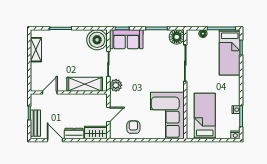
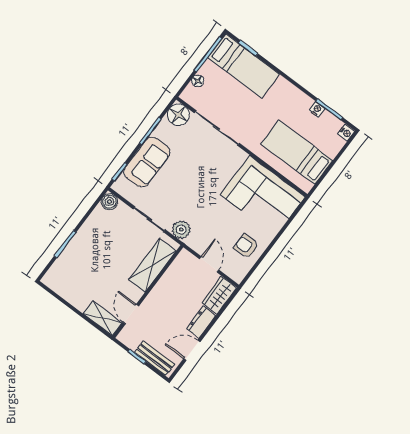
sofa: (126, 39) -> (147, 162), moved
boiler: (97, 40) -> (109, 202), width x0.54, depth x0.54
shelving: (36, 50) -> (103, 318), moved

